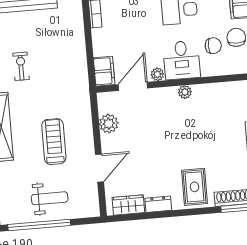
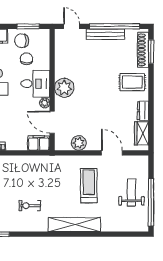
plant: (185, 92) -> (64, 88), width x1.87, depth x1.87
treadmill: (54, 142) -> (89, 186), turned 90

